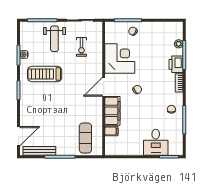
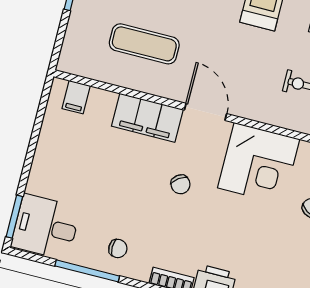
filing cabinet: (111, 131) -> (76, 97), moved
exercise mat: (85, 138) -> (144, 44), moved
desk: (156, 142) -> (46, 227), moved

